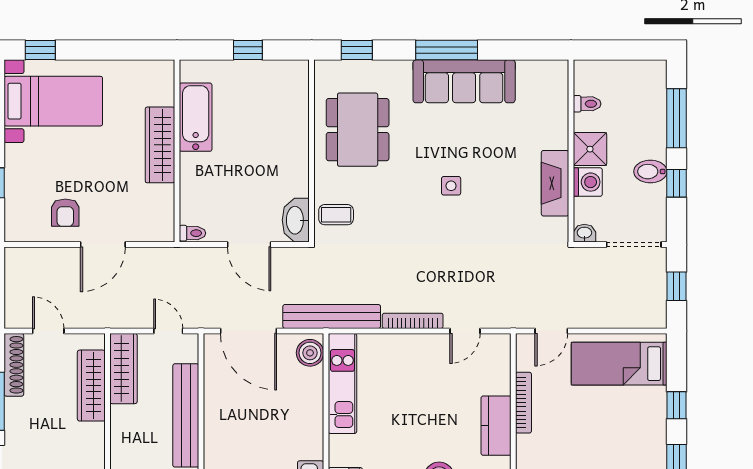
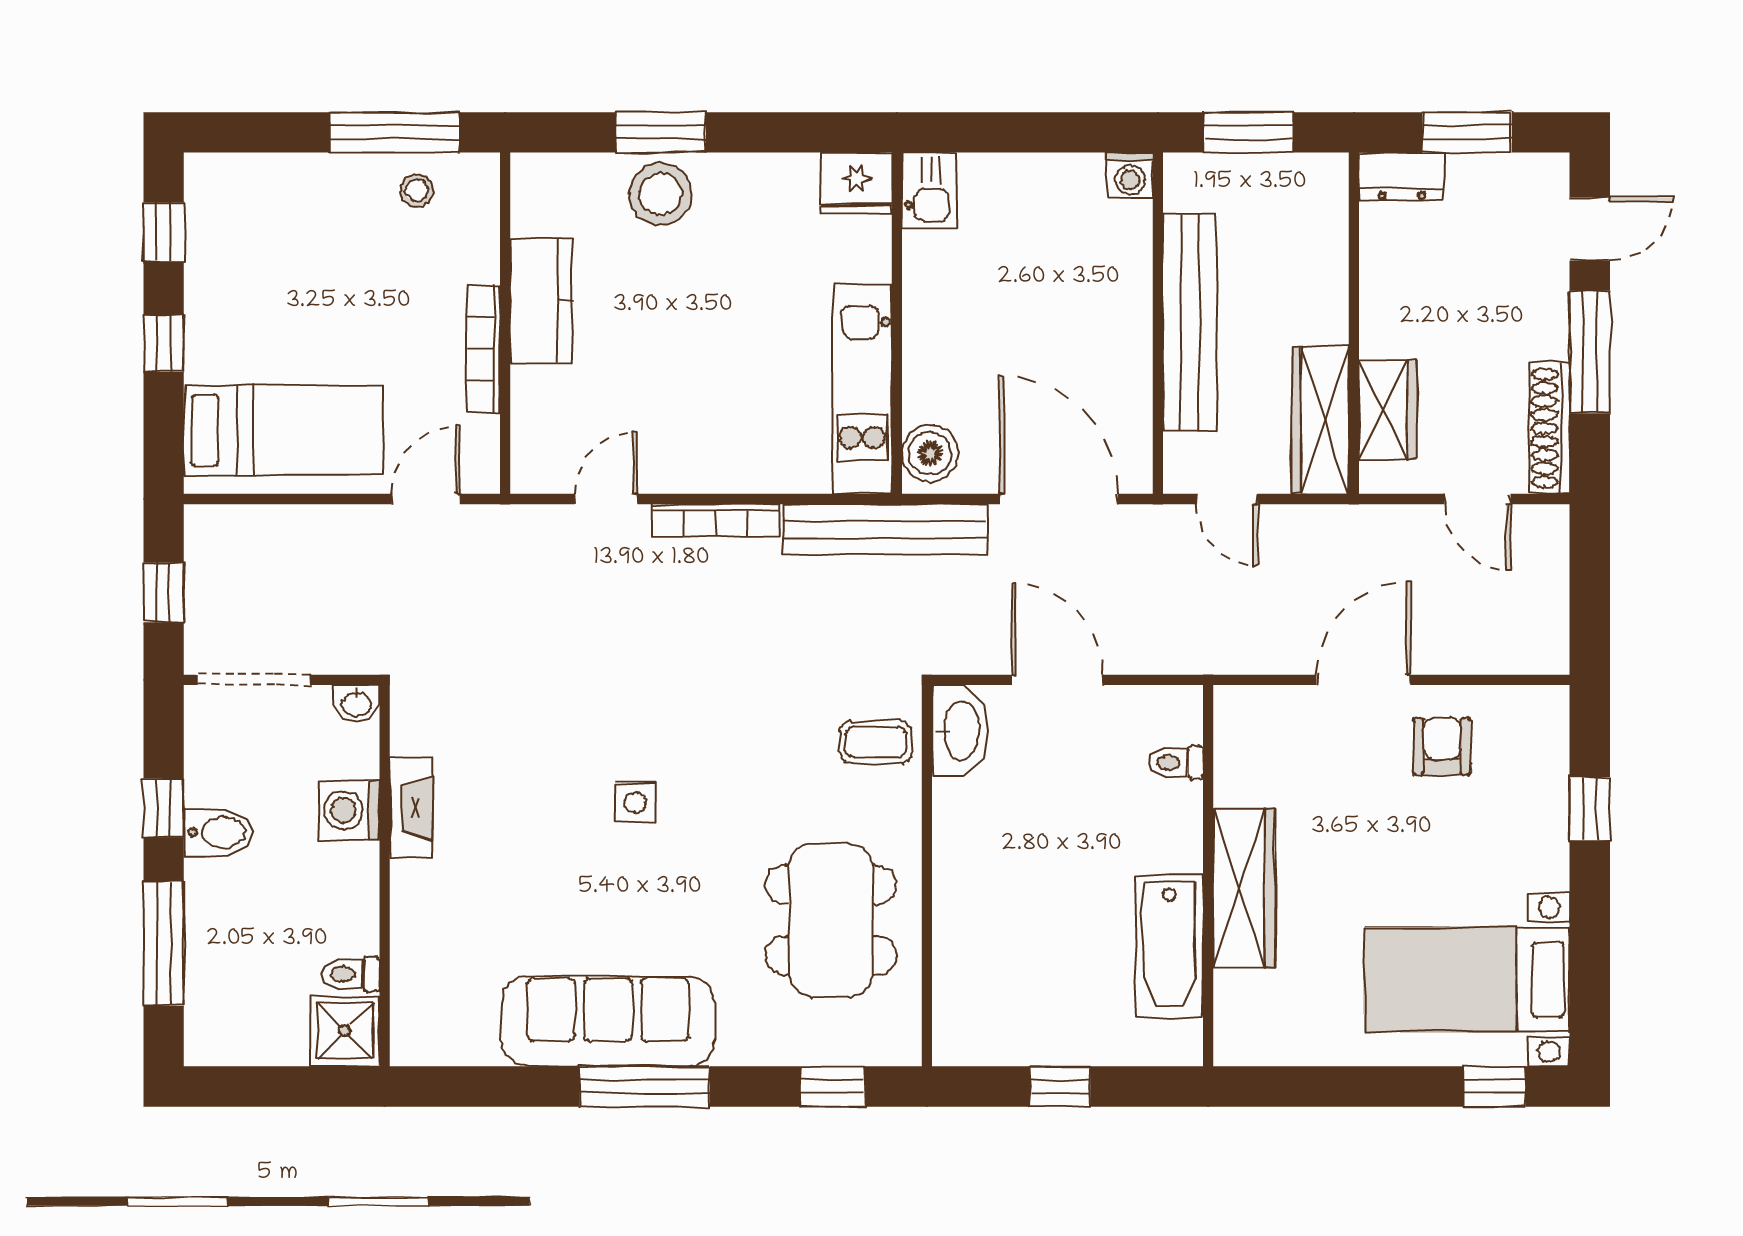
shower: (590, 149) -> (345, 1031), moved
fireplace: (555, 183) -> (411, 808), width x0.73, depth x0.76
toilet: (192, 233) -> (1176, 762), moved
wardrobe: (91, 386) -> (1388, 410), width x0.67

